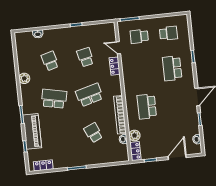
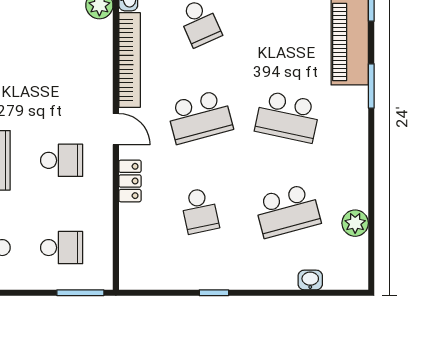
door: (118, 48) -> (116, 129), moved
school desk: (50, 61) -> (288, 211), width x1.85
plant: (24, 78) -> (355, 223), moved
school desk: (147, 107) -> (62, 160), moved, width x0.54

